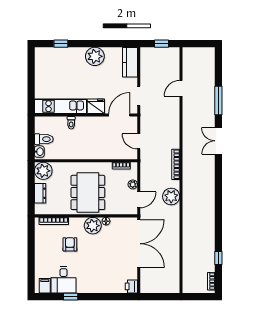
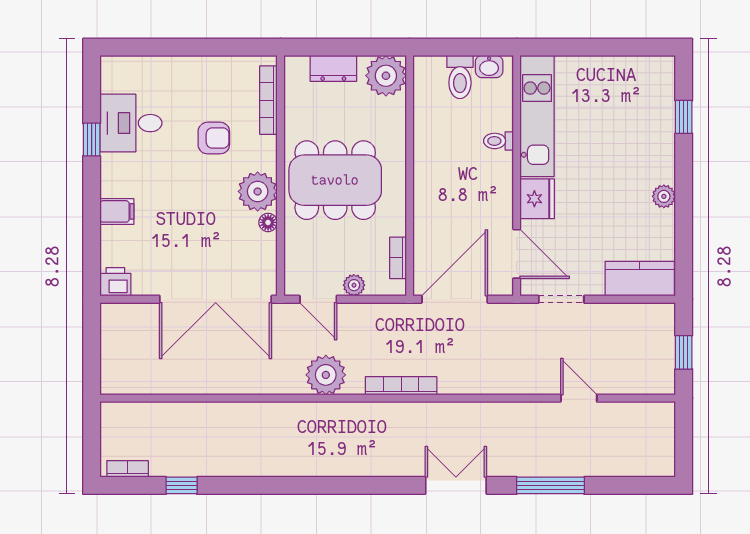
plant: (95, 56) -> (664, 196), width x0.53, depth x0.53
door: (139, 141) -> (455, 299), width x1.88
washbasin: (39, 152) -> (489, 66), moved
filing cabinet: (45, 286) -> (117, 211), moved

